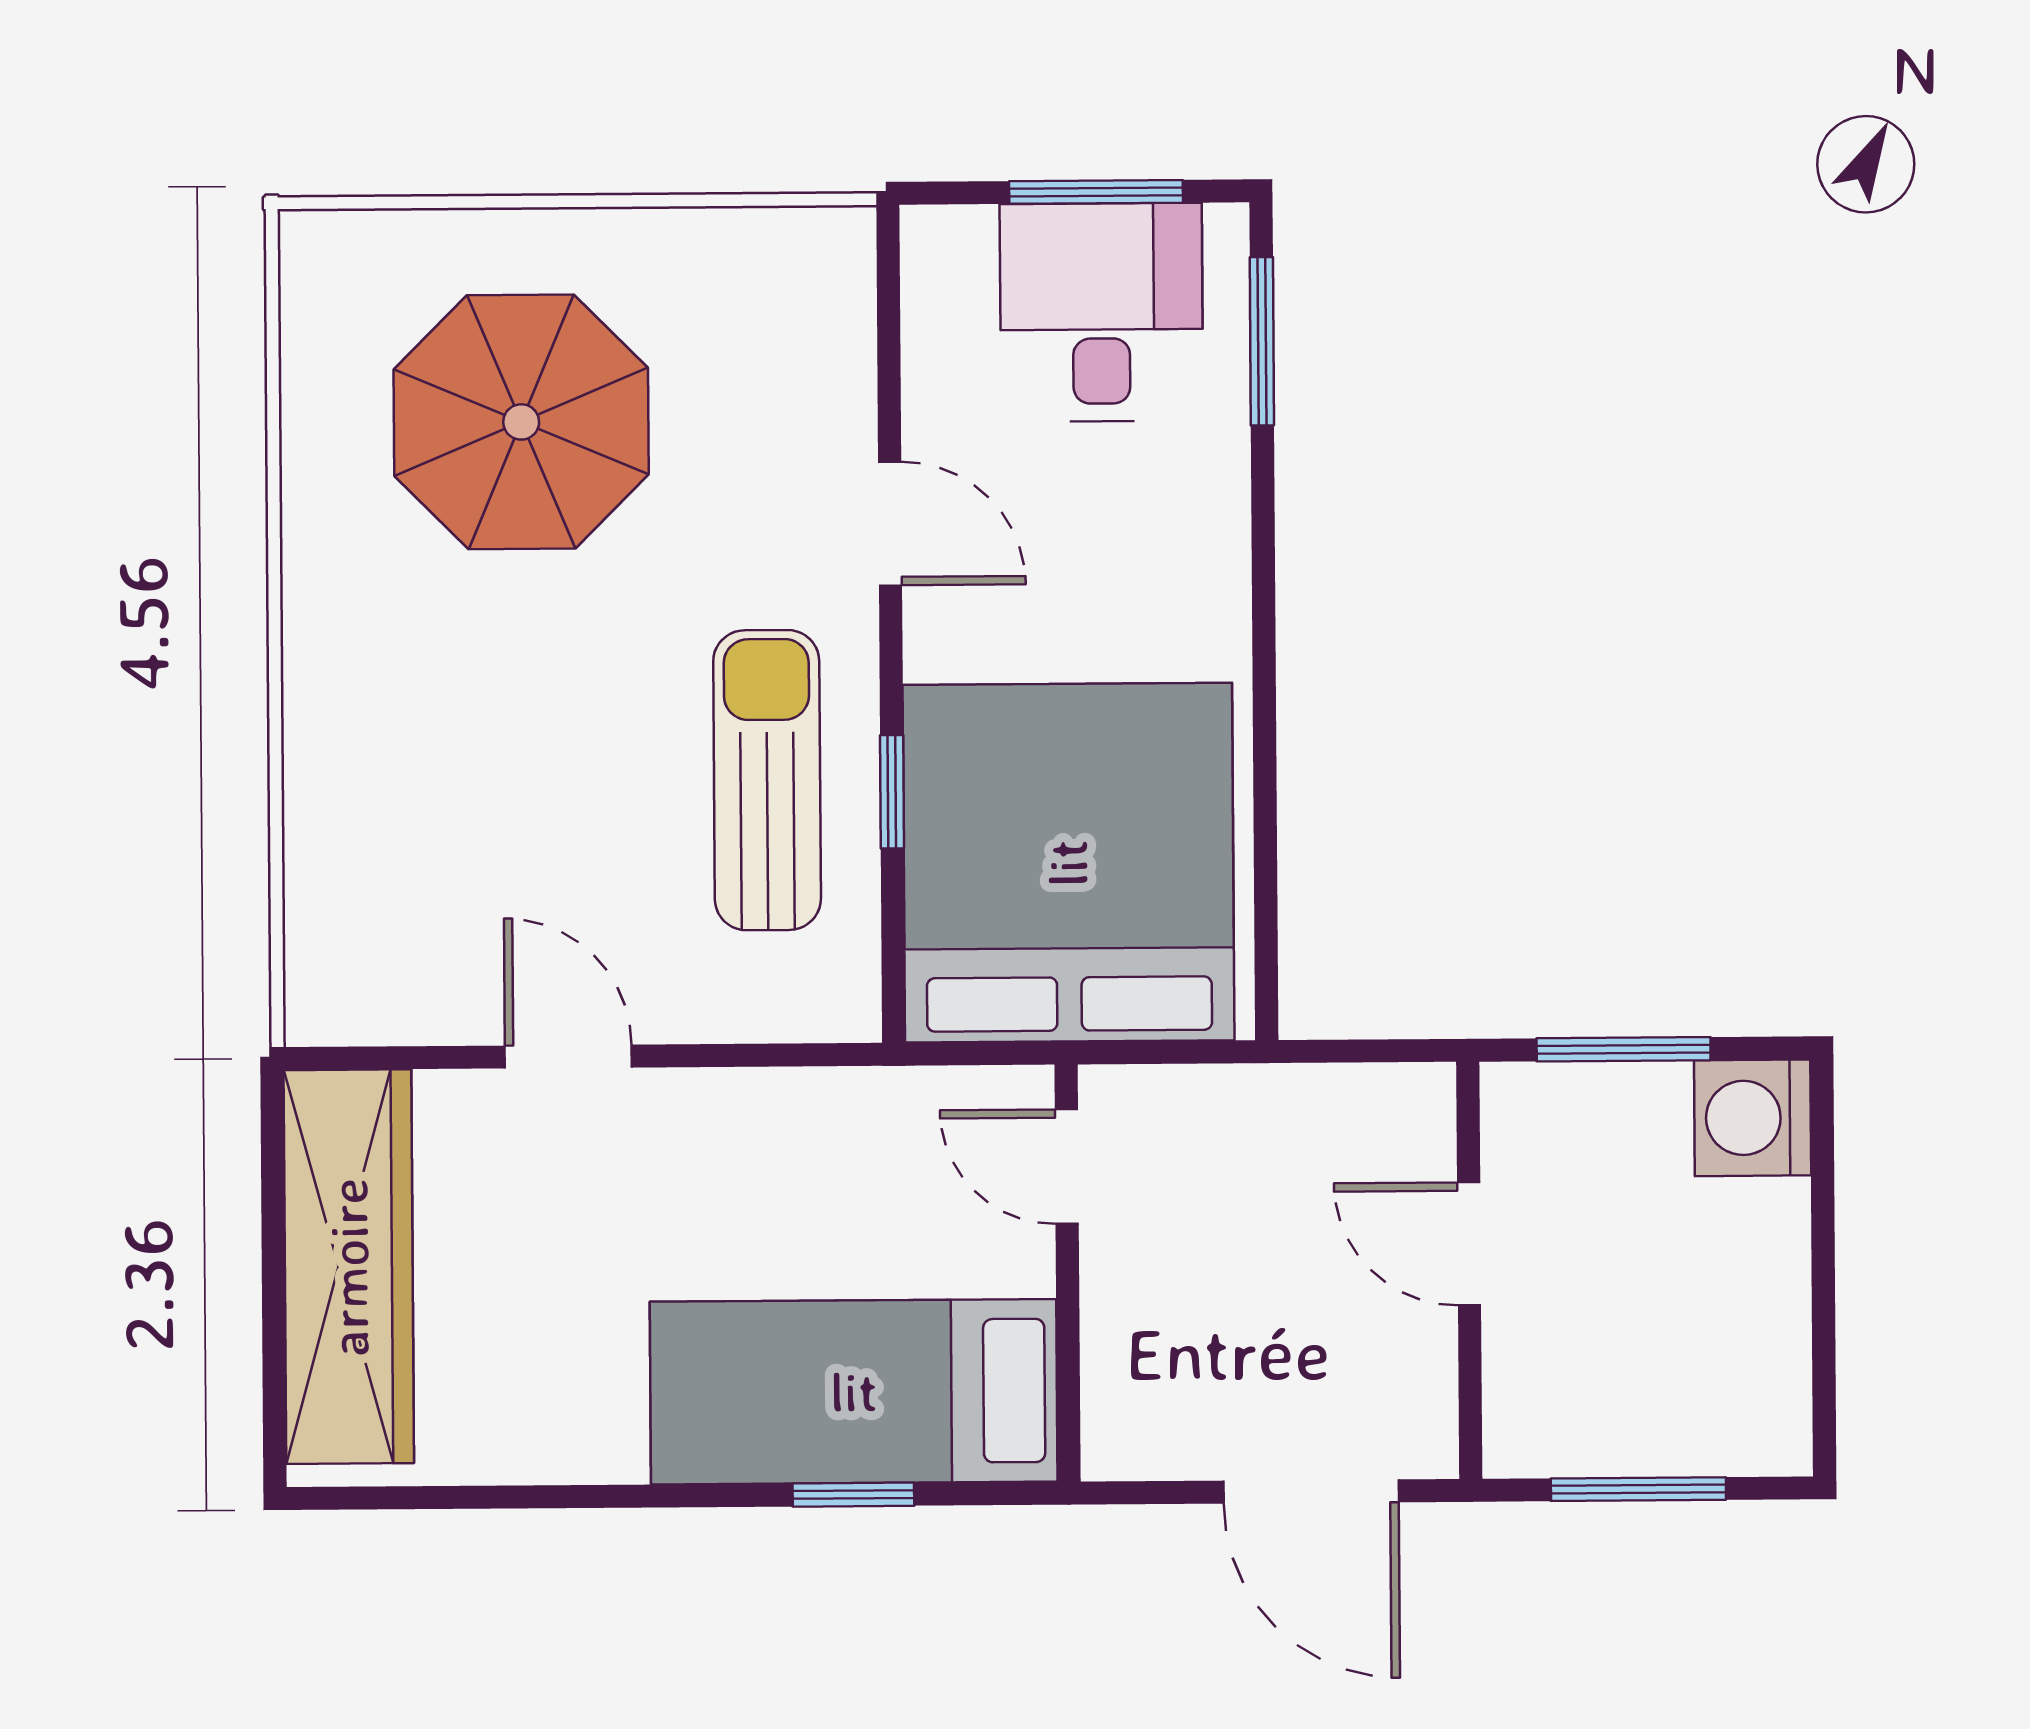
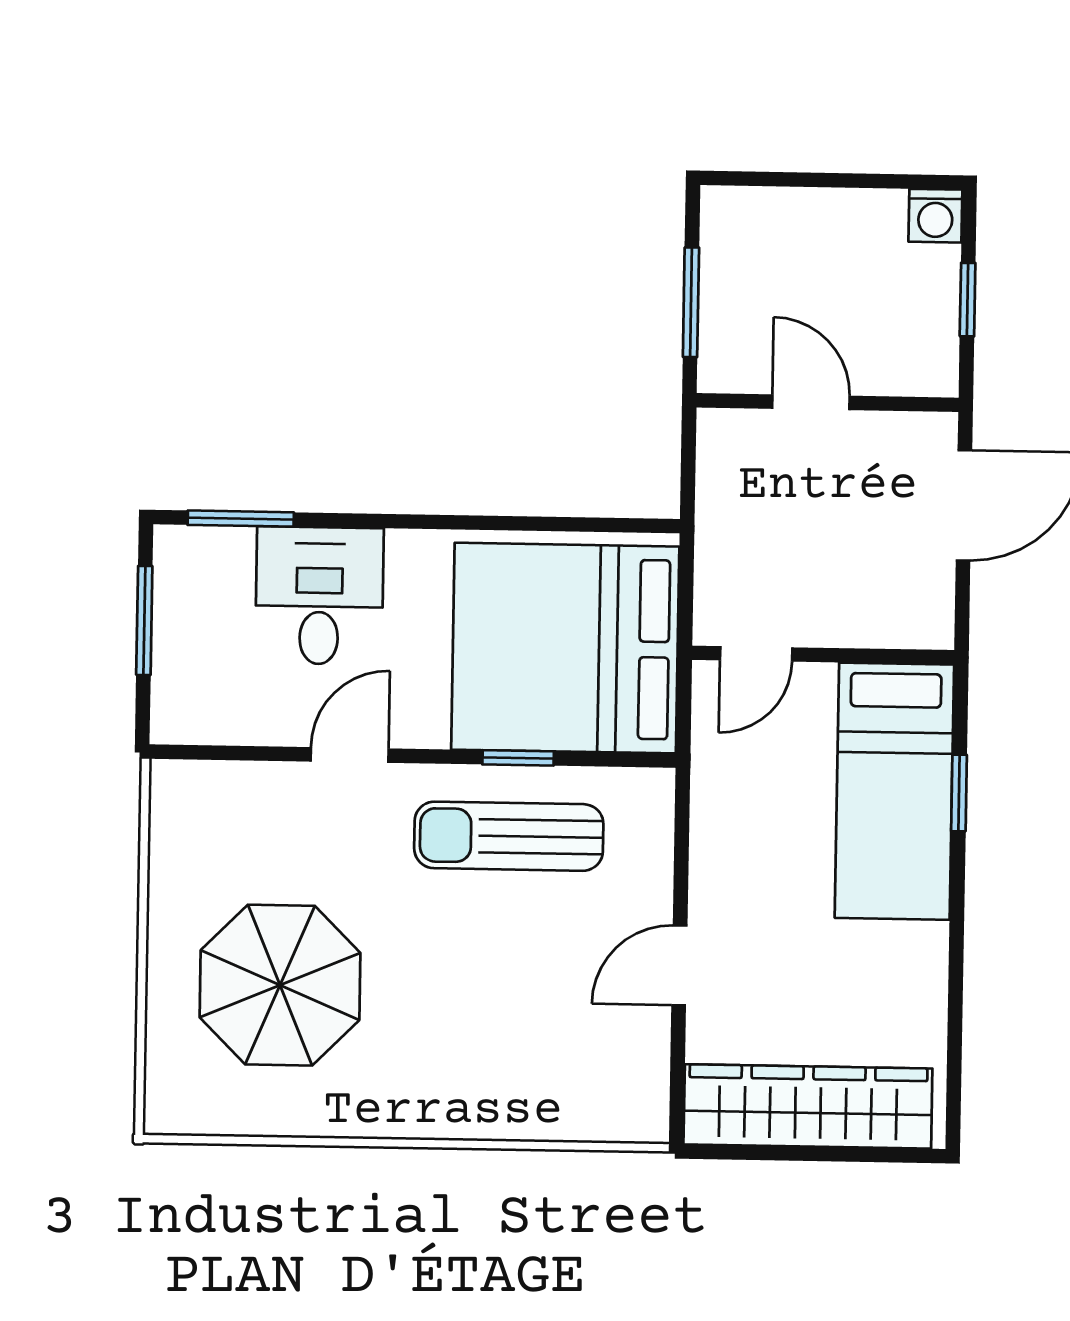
desk: (1101, 312) -> (319, 596), moved, turned 90
washing machine: (1753, 1118) -> (935, 216), moved, width x0.73, depth x0.73
door: (1469, 1244) -> (811, 402), swing flipped
window: (1638, 1489) -> (968, 300), width x0.67

